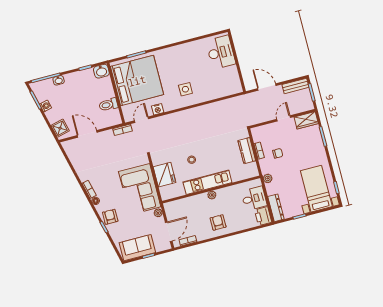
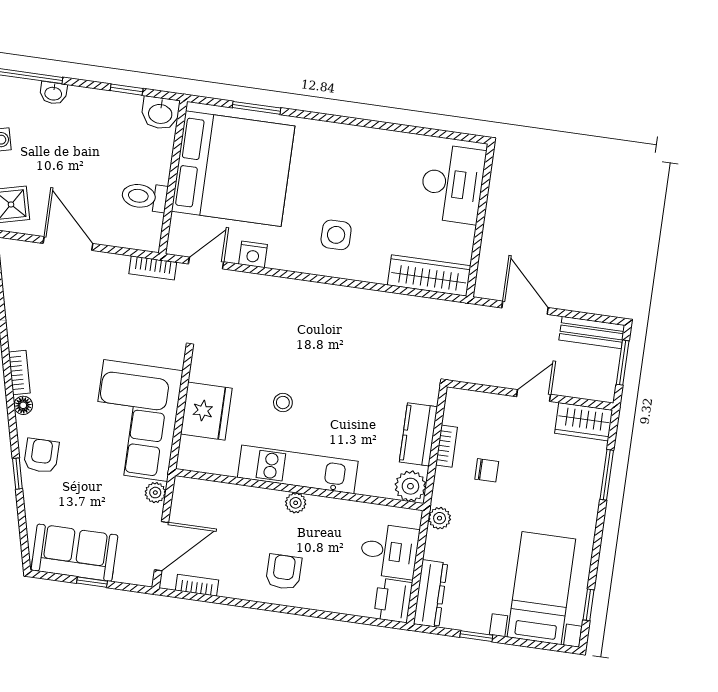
wardrobe: (226, 90) -> (429, 275), added
plant: (252, 171) -> (410, 486), added

